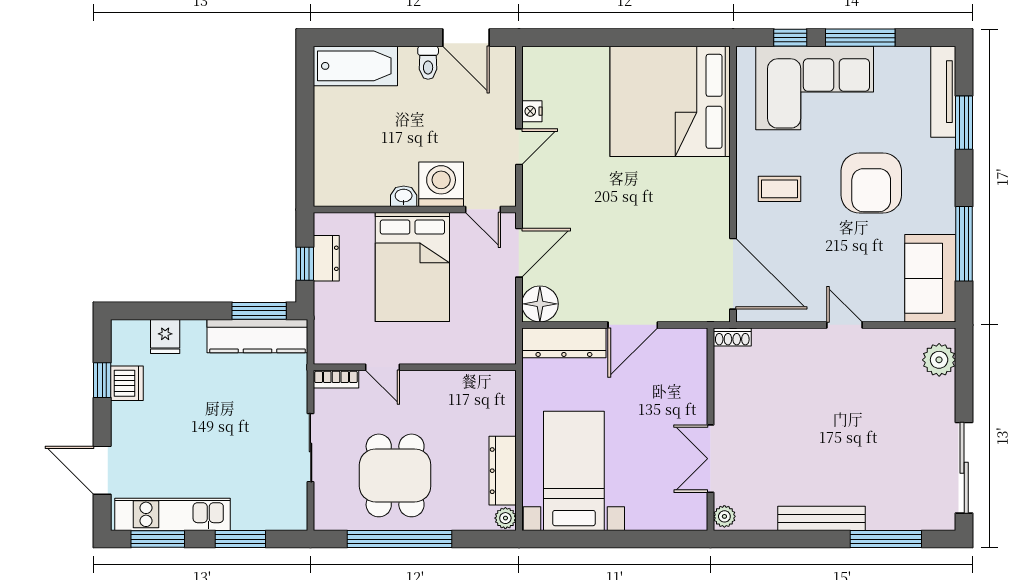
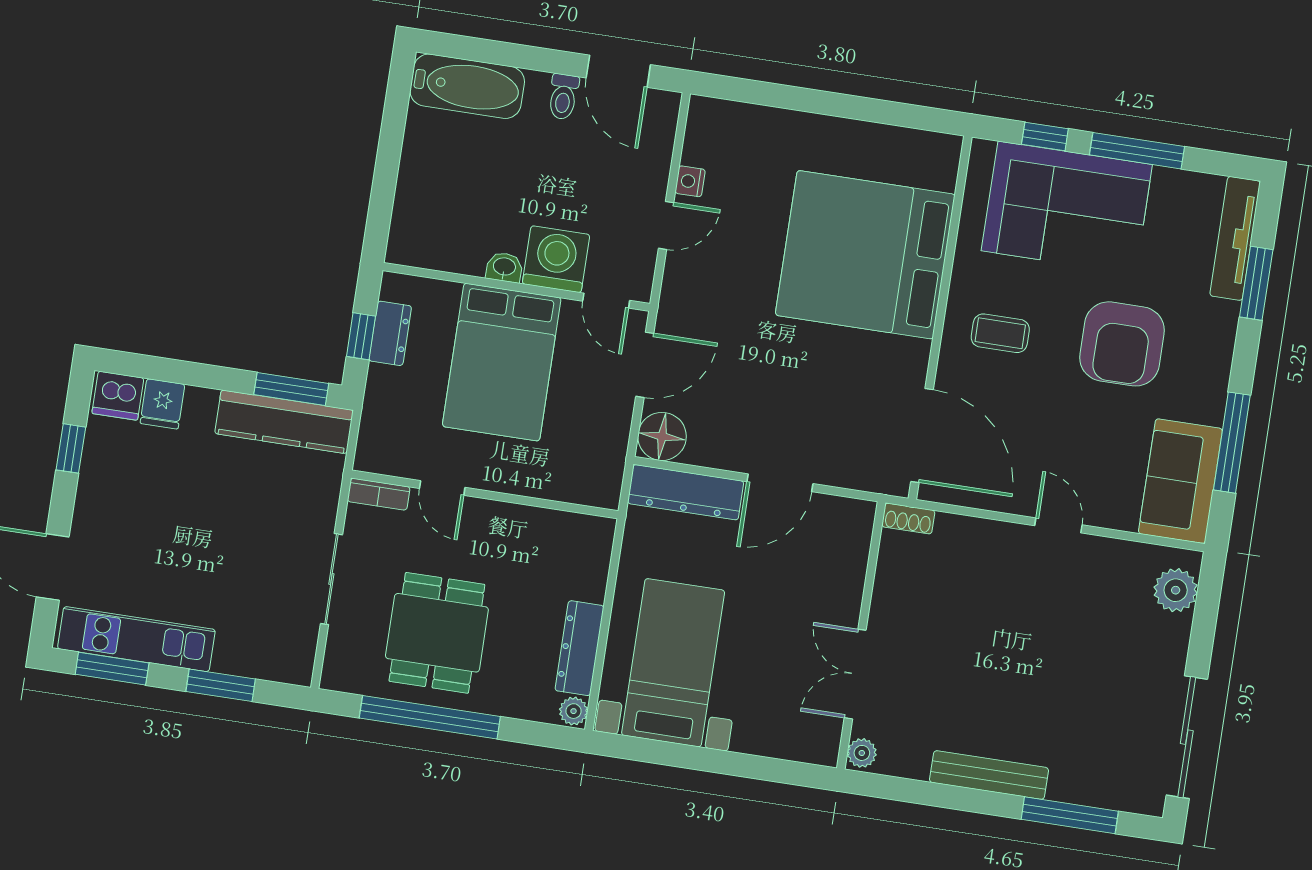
bed: (670, 101) -> (865, 255), moved
dishwasher: (127, 383) -> (118, 396), moved, turned 90

